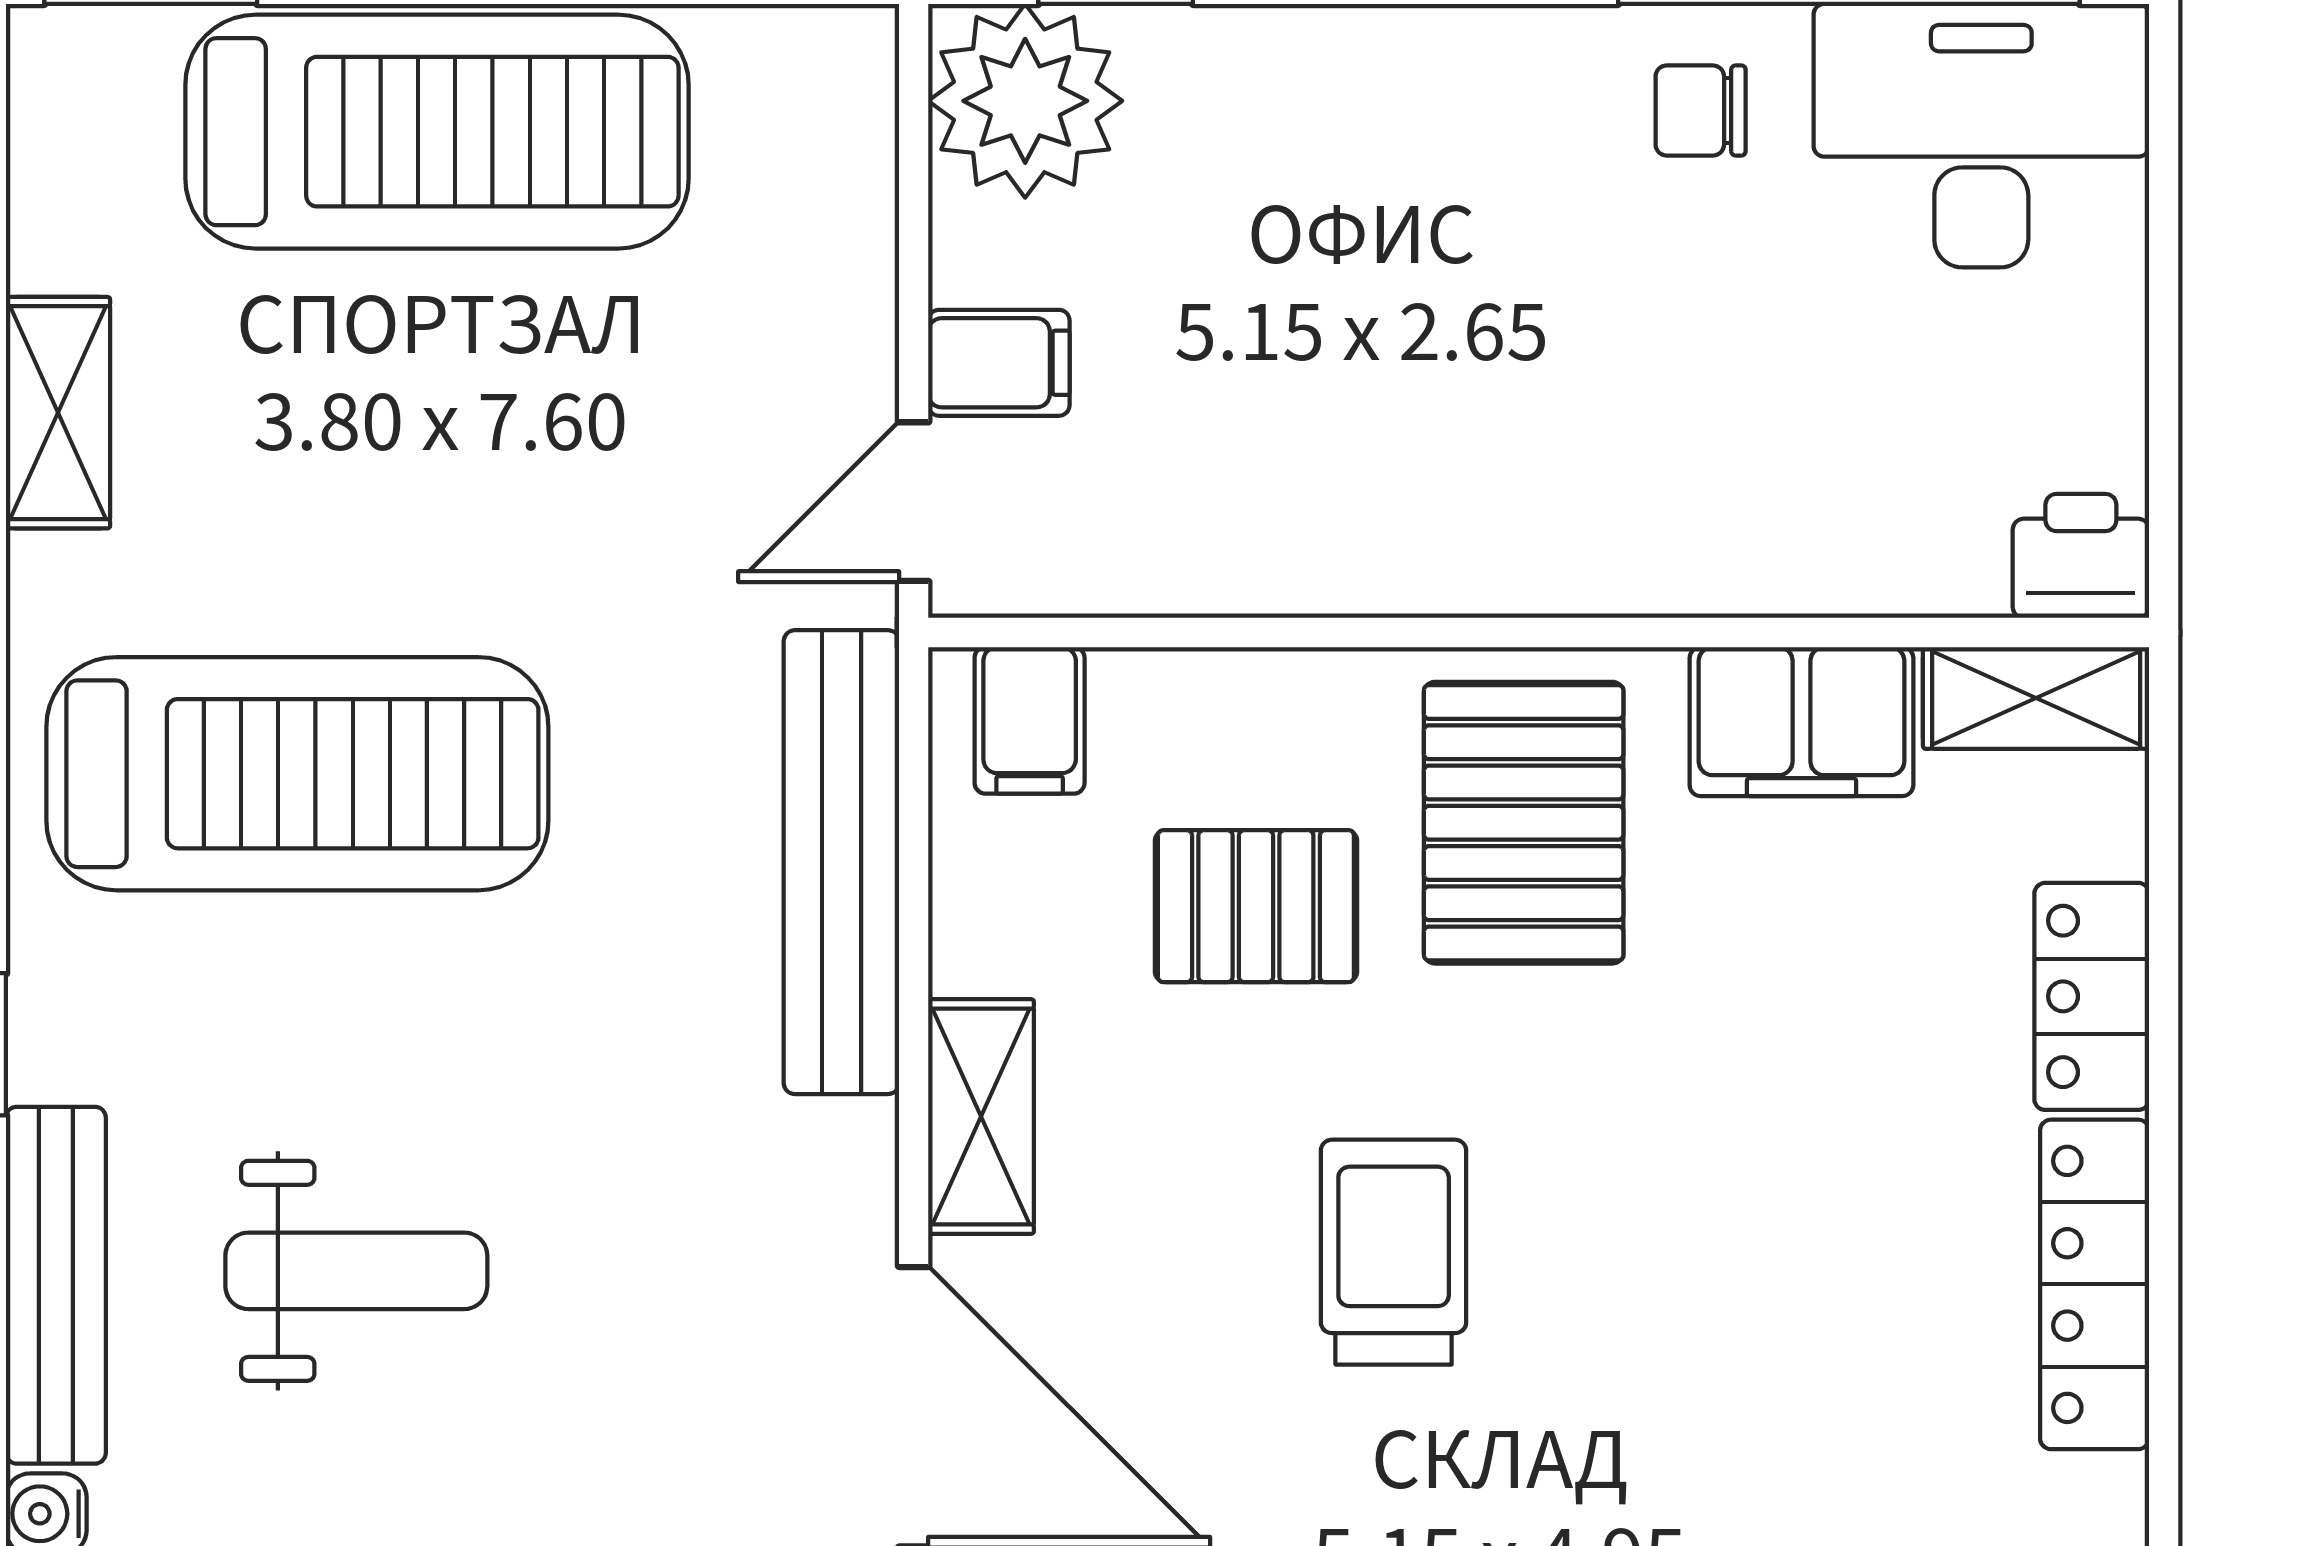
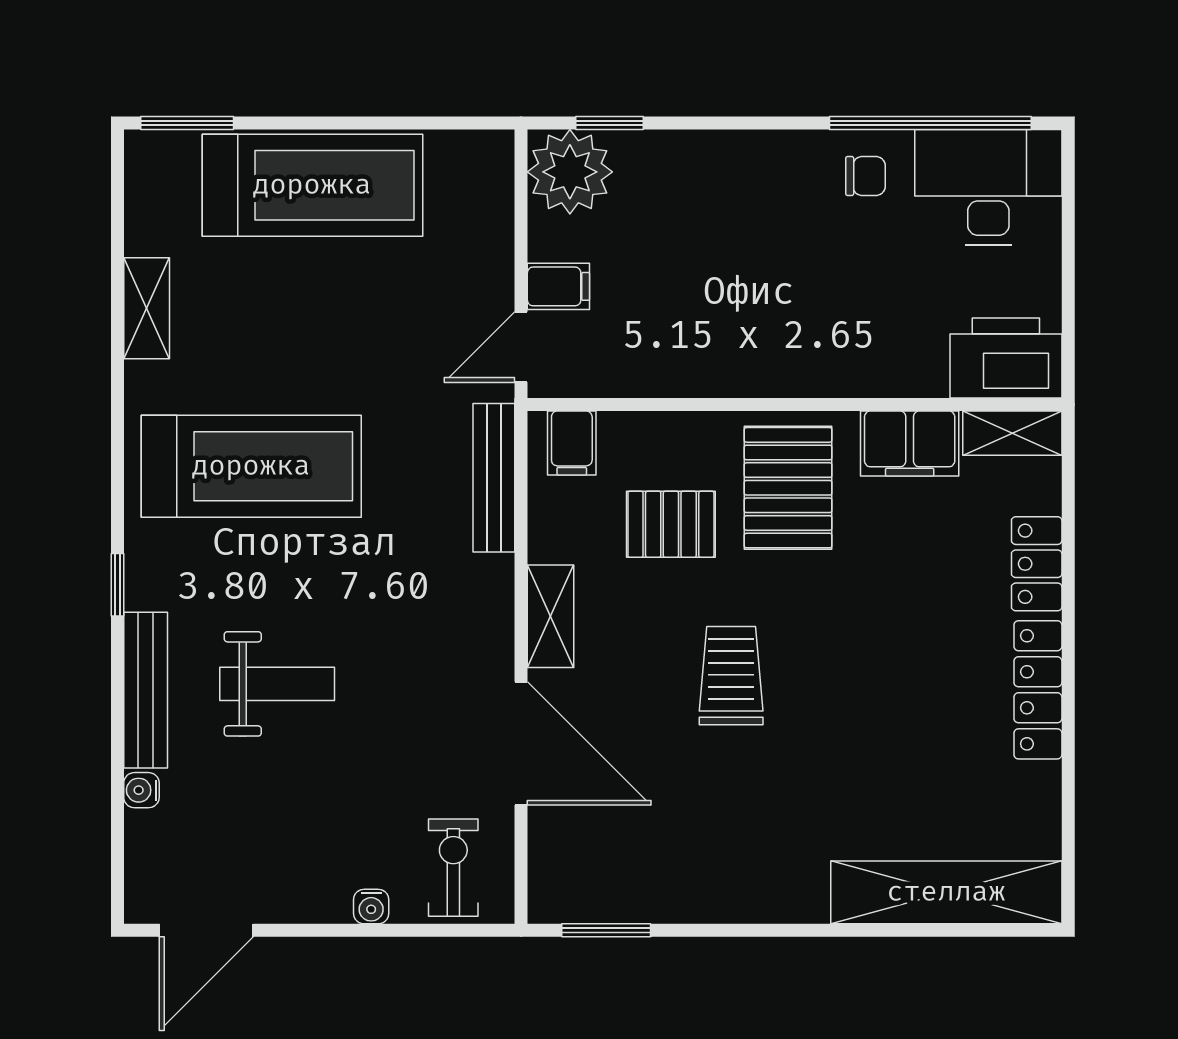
chair: (1701, 110) -> (865, 176), turned 180
printer: (2081, 556) -> (1006, 358), width x1.87, depth x1.48
bench: (841, 862) -> (494, 478), width x0.73, depth x0.82

